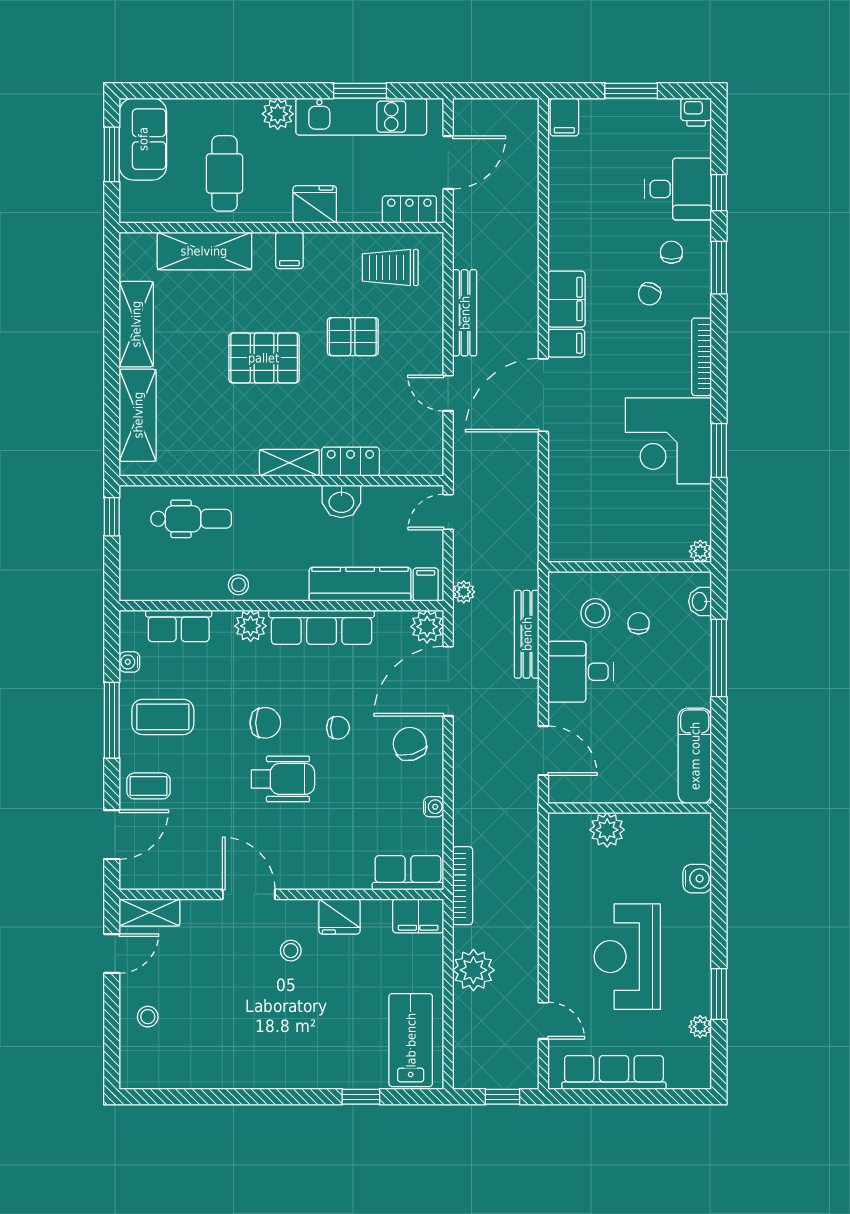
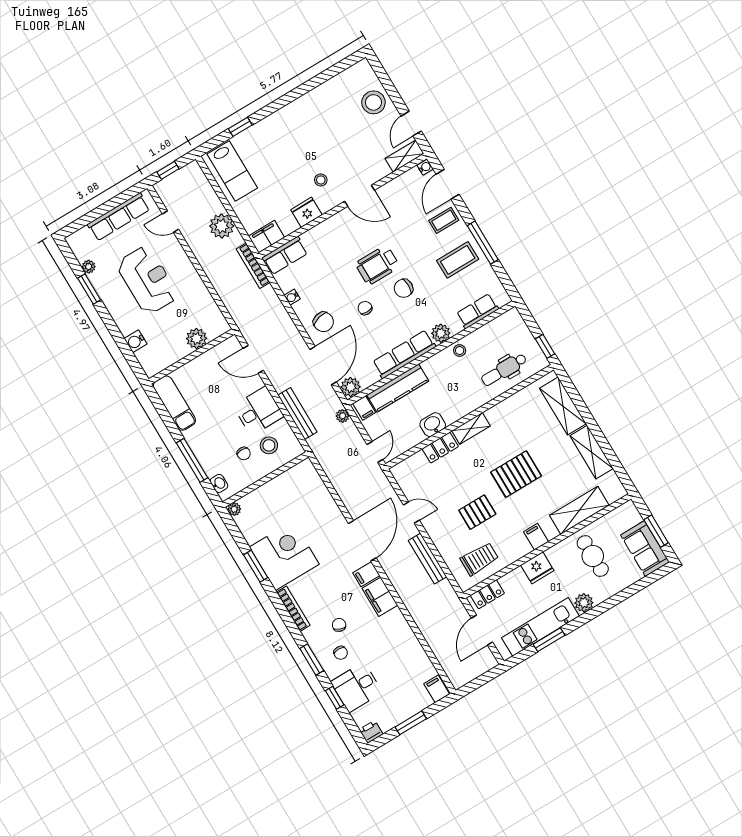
water cooler: (129, 662) -> (425, 167), moved
chair: (338, 728) -> (365, 308), turned 90
stool: (148, 1017) -> (373, 102), width x1.89, depth x1.89

